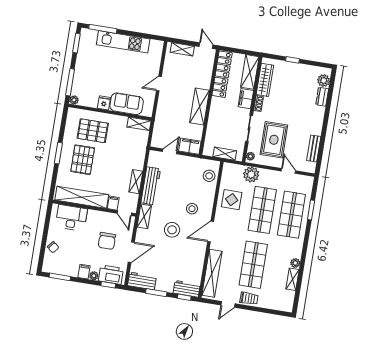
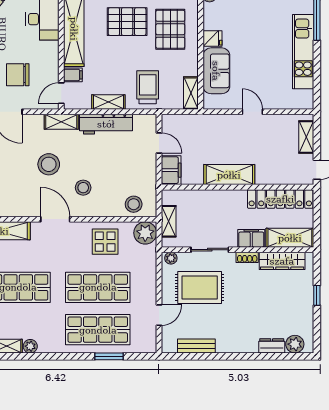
trolley: (130, 153) -> (148, 87), added
plant: (251, 174) -> (145, 233), moved

